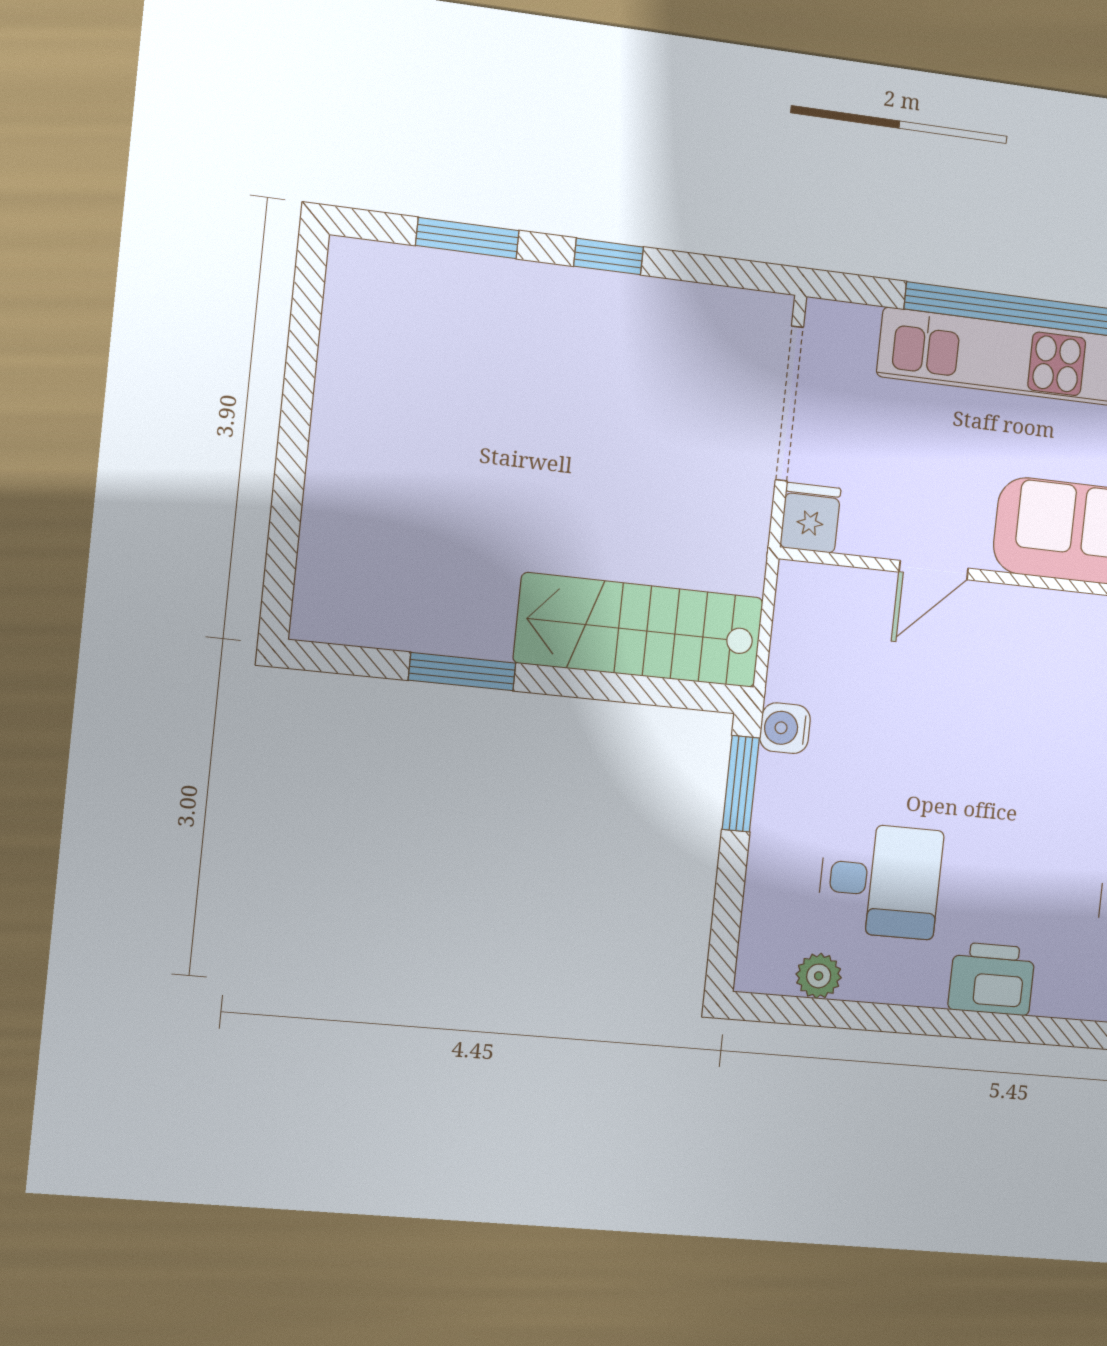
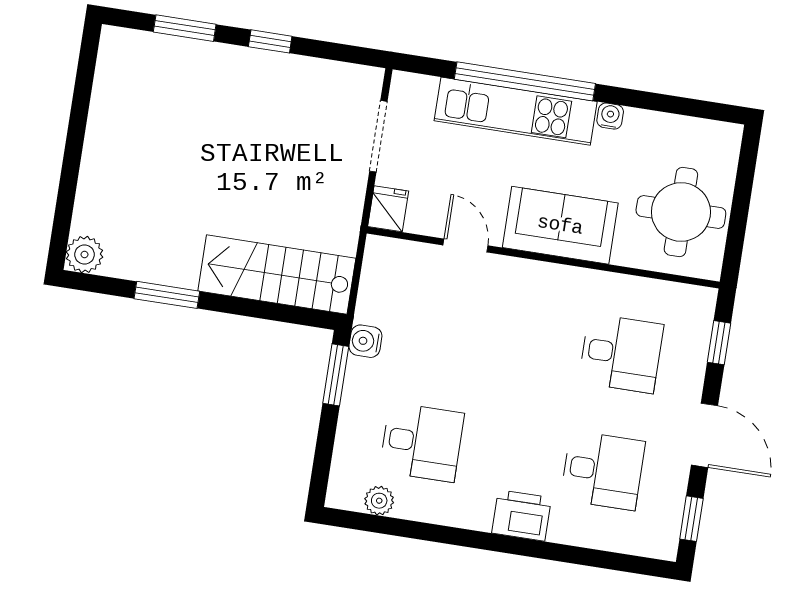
doorway: (789, 404) -> (378, 136), width x0.73
door: (934, 570) -> (465, 245), swing flipped
plant: (322, 613) -> (84, 254), added
printer: (992, 979) -> (522, 515), moved

